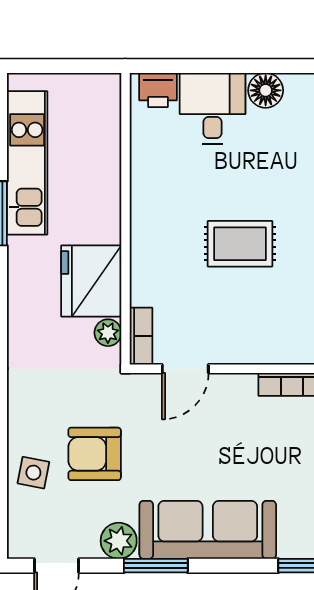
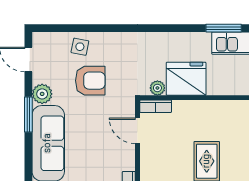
armchair: (95, 454) -> (90, 81), turned 90

